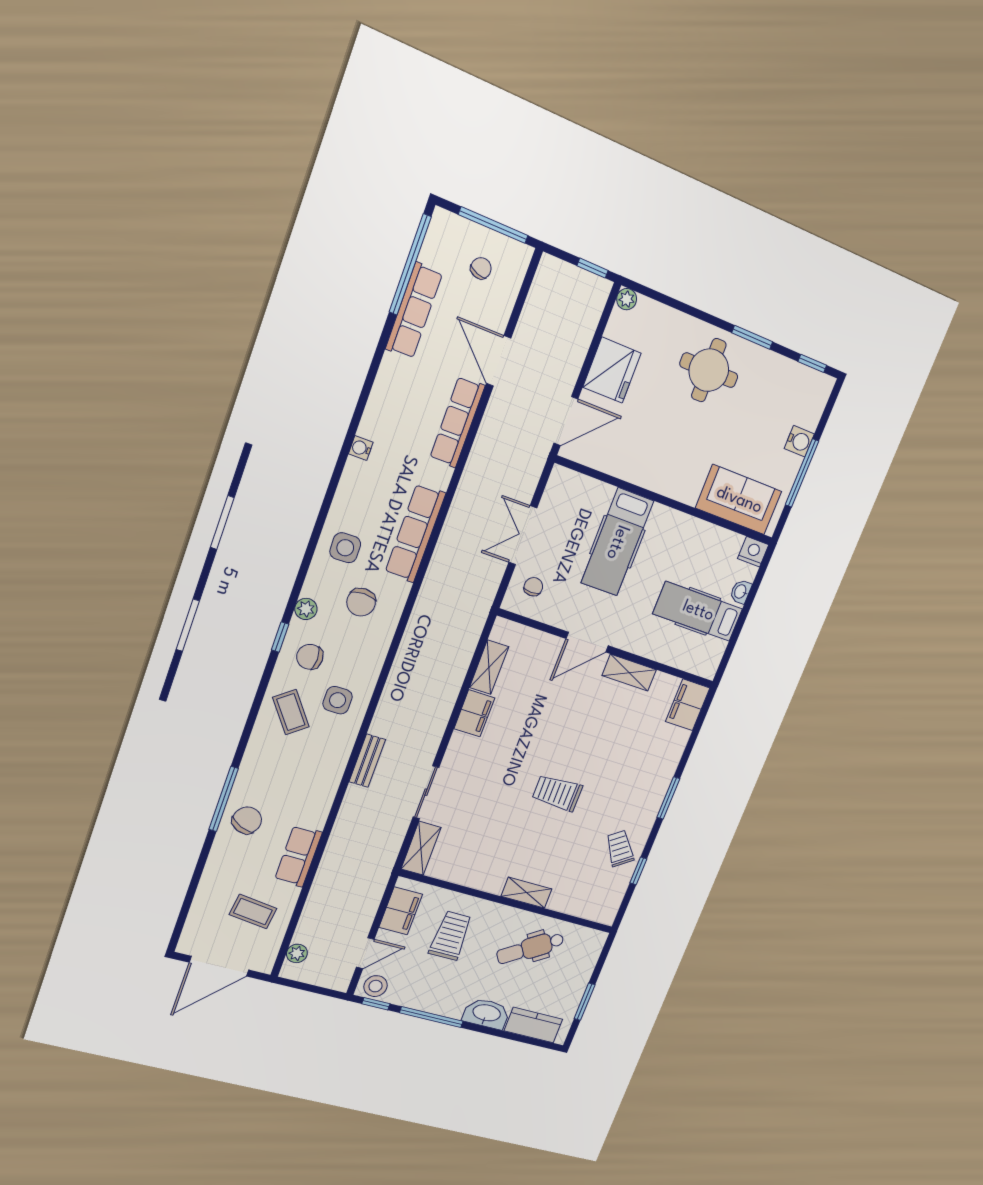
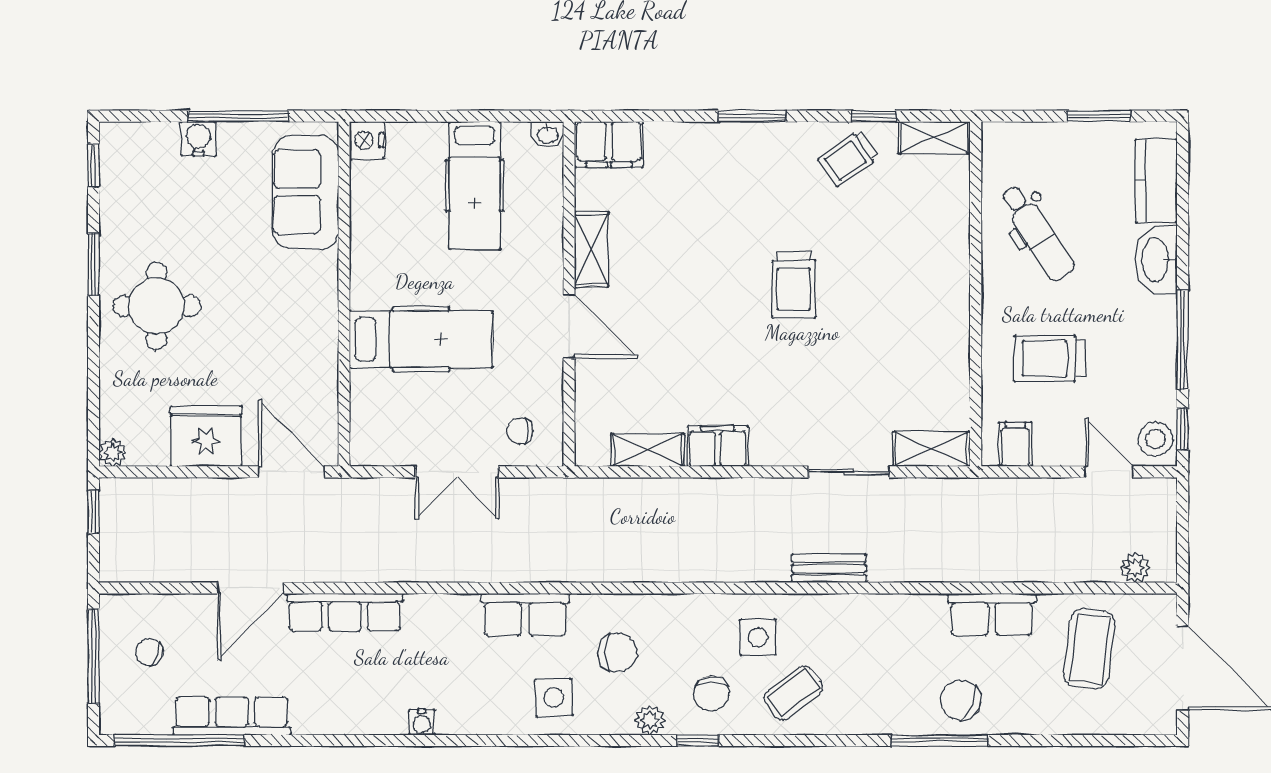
row of seats: (415, 533) -> (525, 615), width x0.68
washbasin: (741, 592) -> (548, 135), moved
shelving: (526, 893) -> (934, 138), moved, turned 90
filing cabinet: (401, 911) -> (1015, 444), width x0.50
coffee table: (253, 912) -> (1089, 649), width x1.36, depth x1.30

